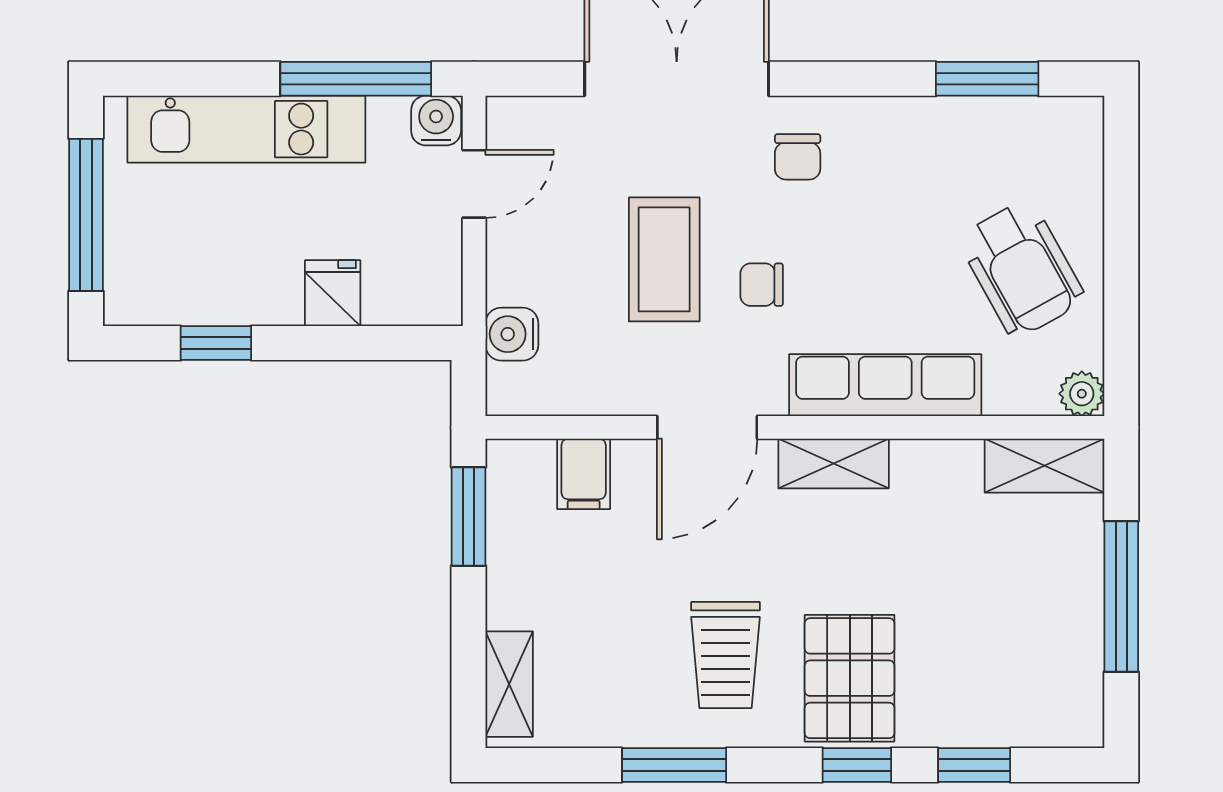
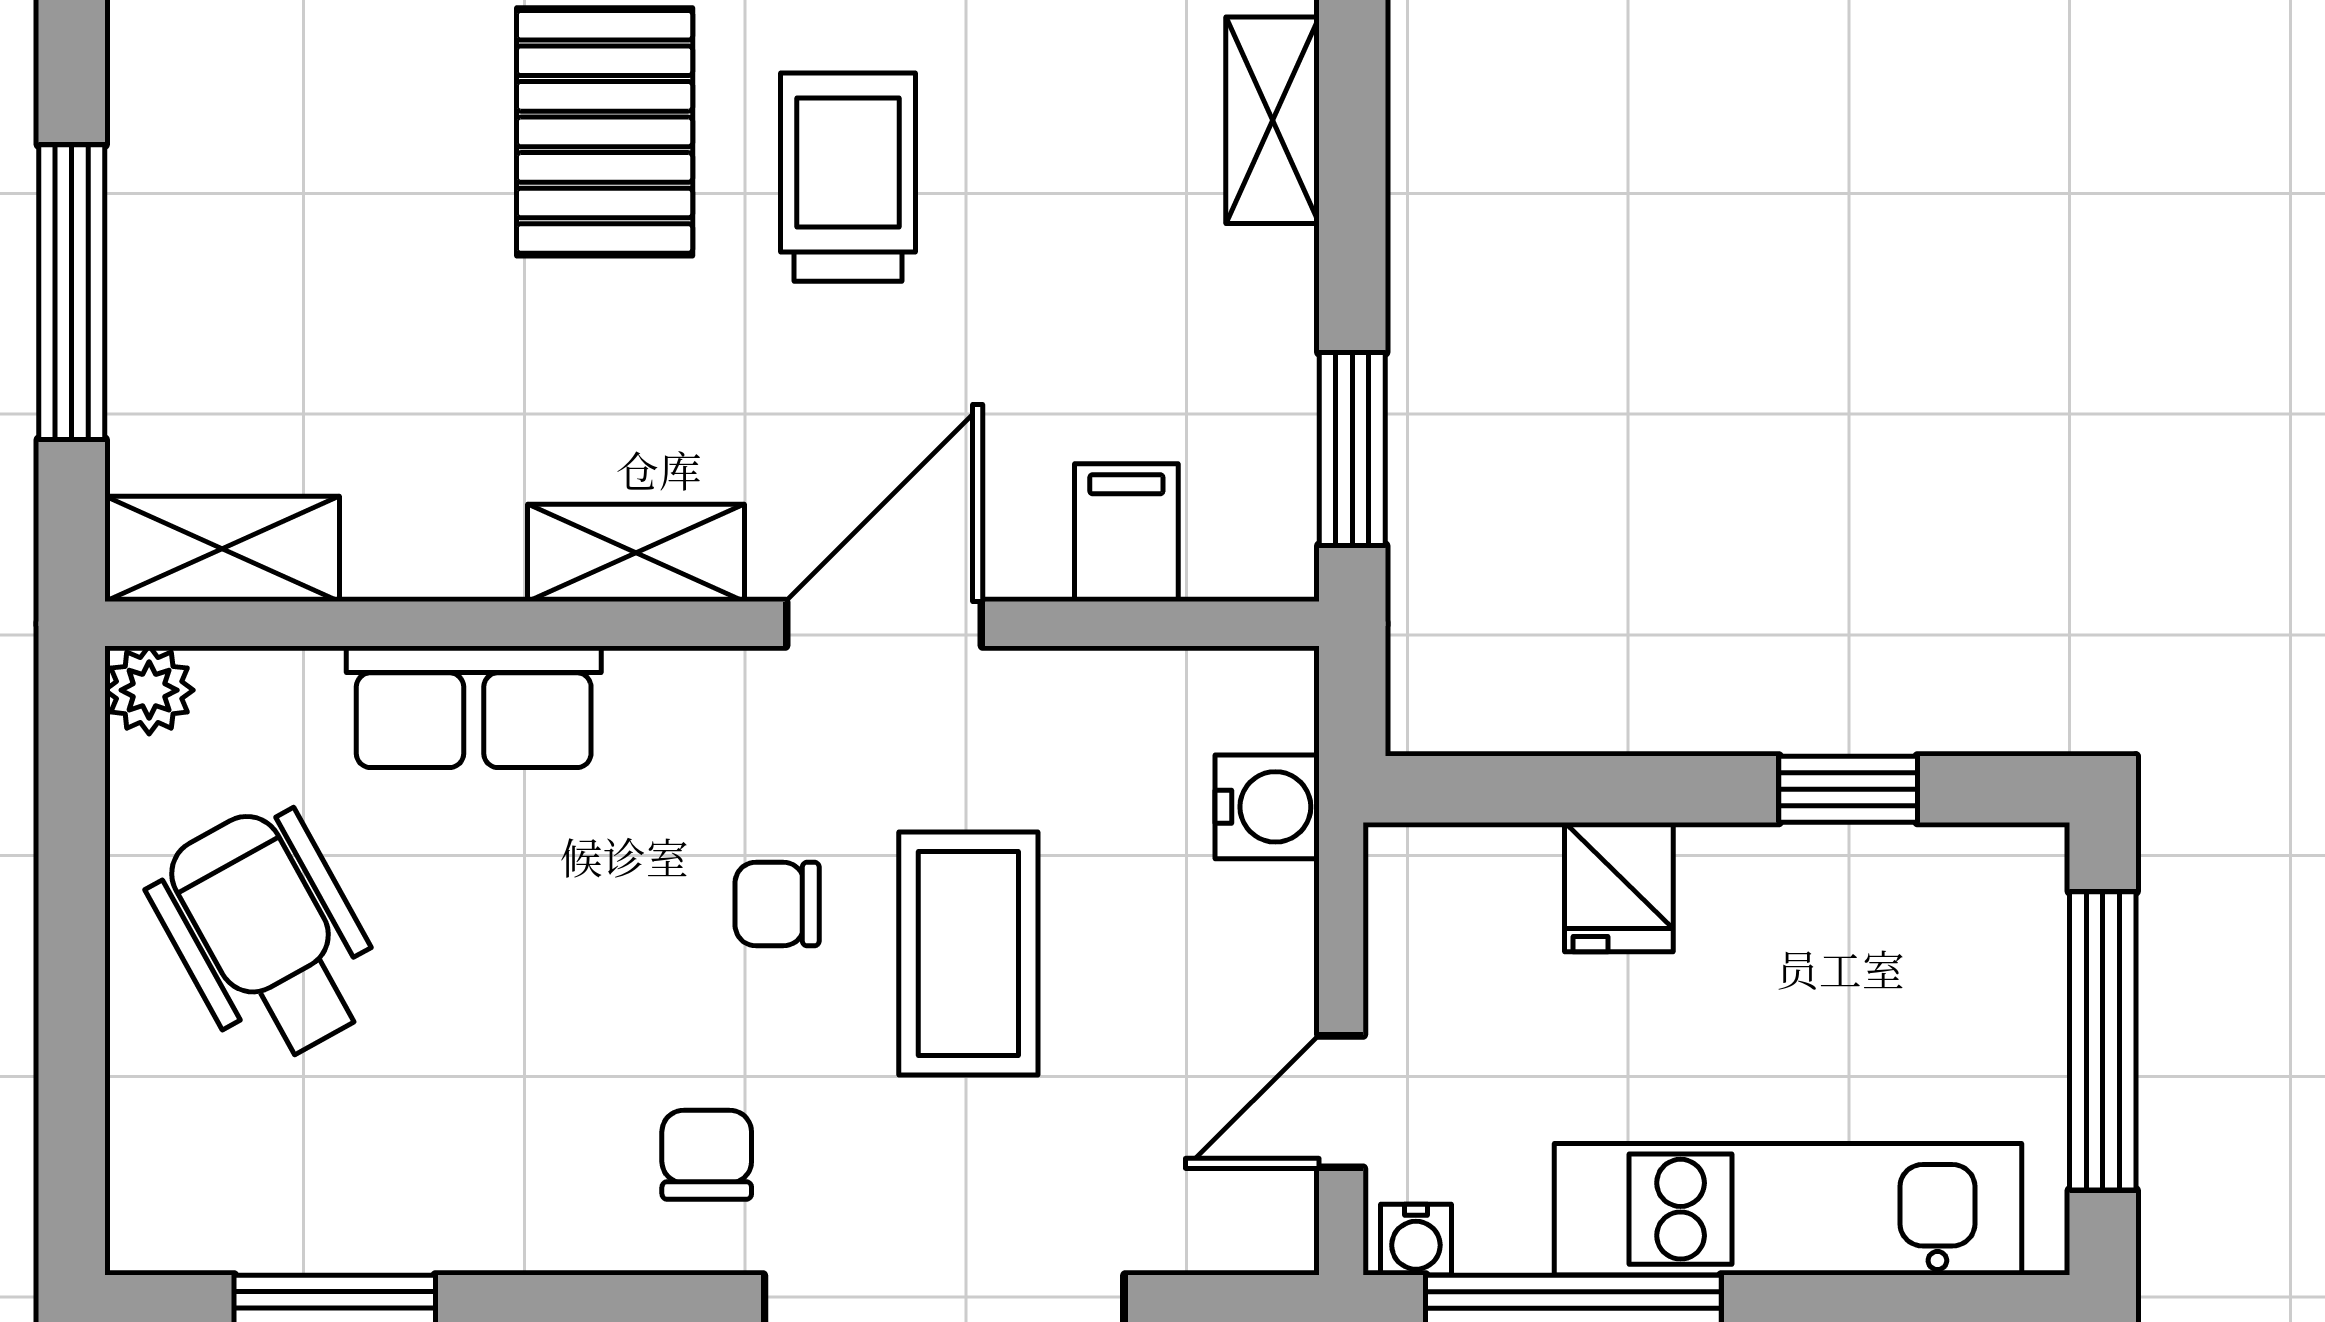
water cooler: (436, 121) -> (1416, 1240), width x0.72, depth x0.72
chair: (762, 285) -> (777, 904), turned 180
row of seats: (885, 385) -> (474, 707), width x0.68

